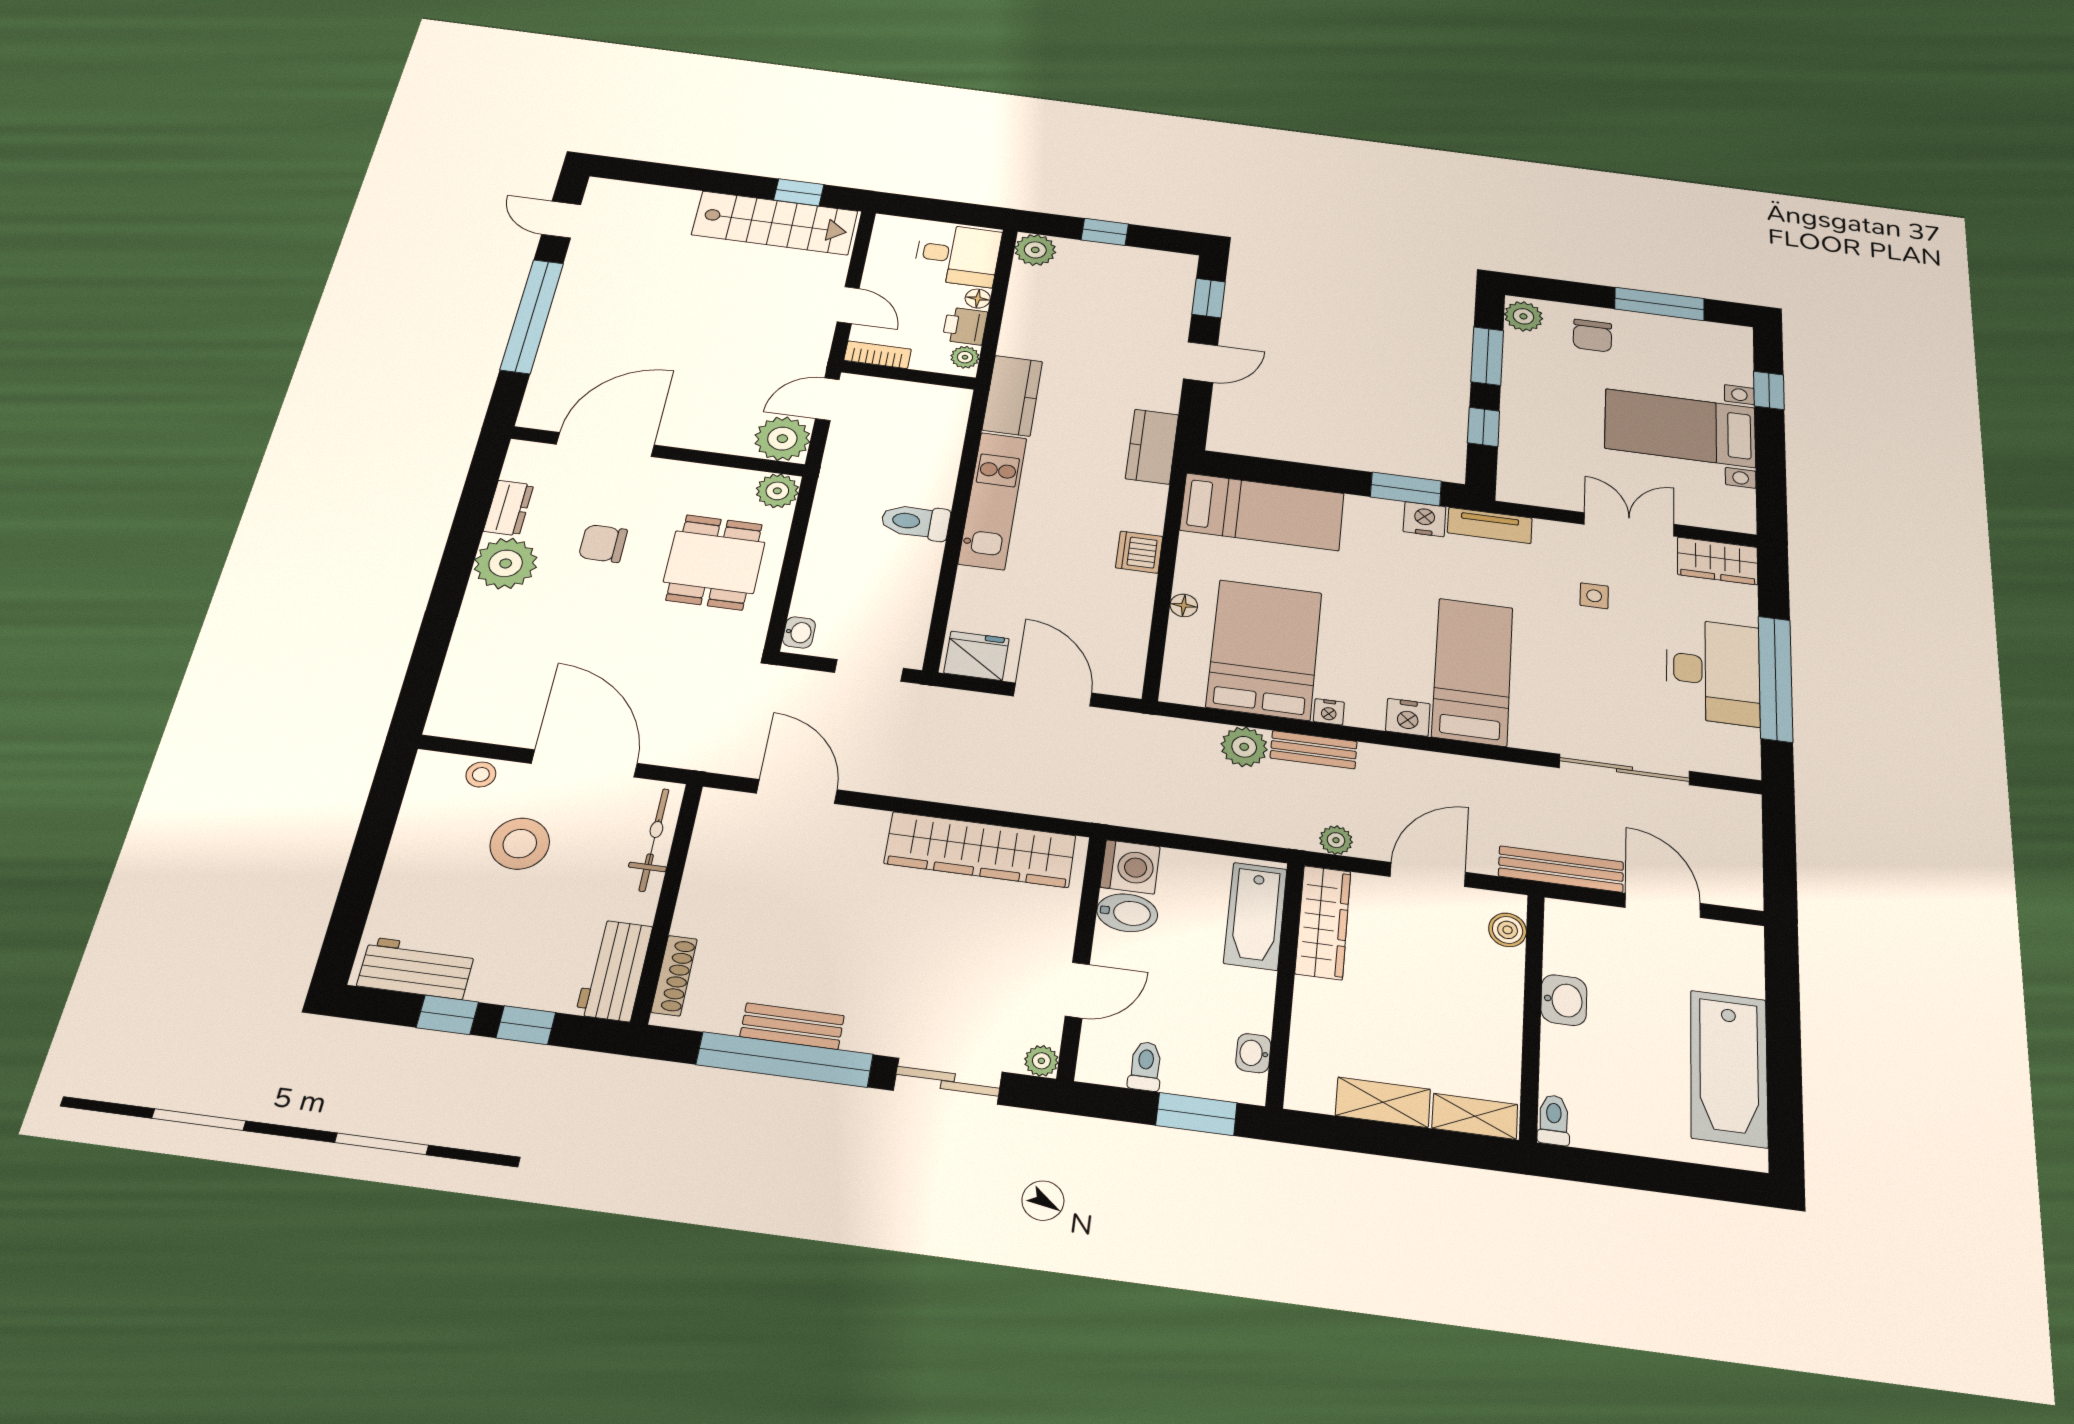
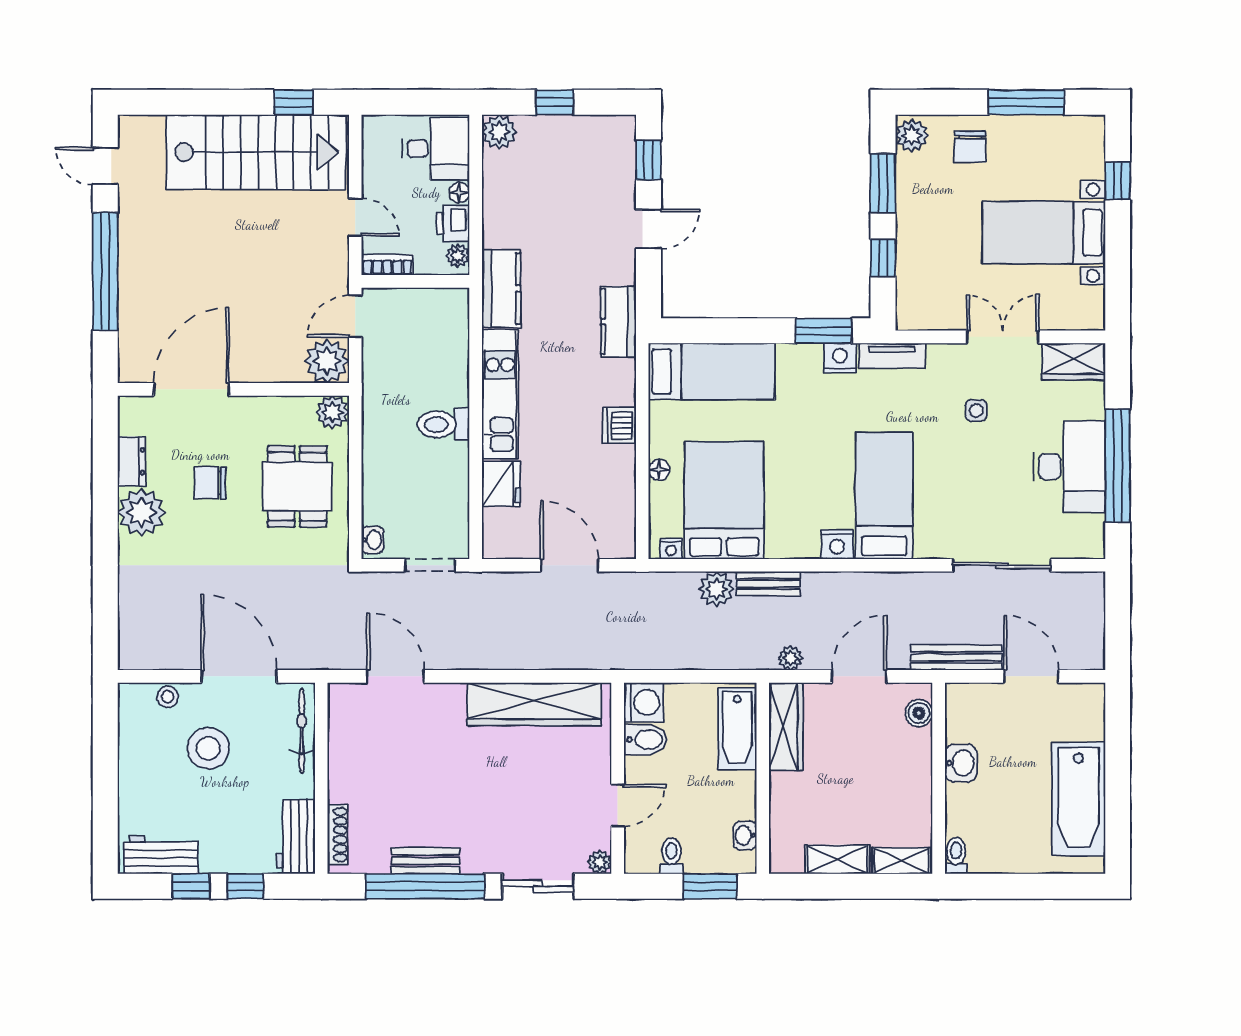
stairs: (775, 223) -> (256, 152), width x1.36, depth x1.51
fridge: (976, 656) -> (501, 484), moved, turned 90
nightstand: (1329, 712) -> (671, 549), moved

